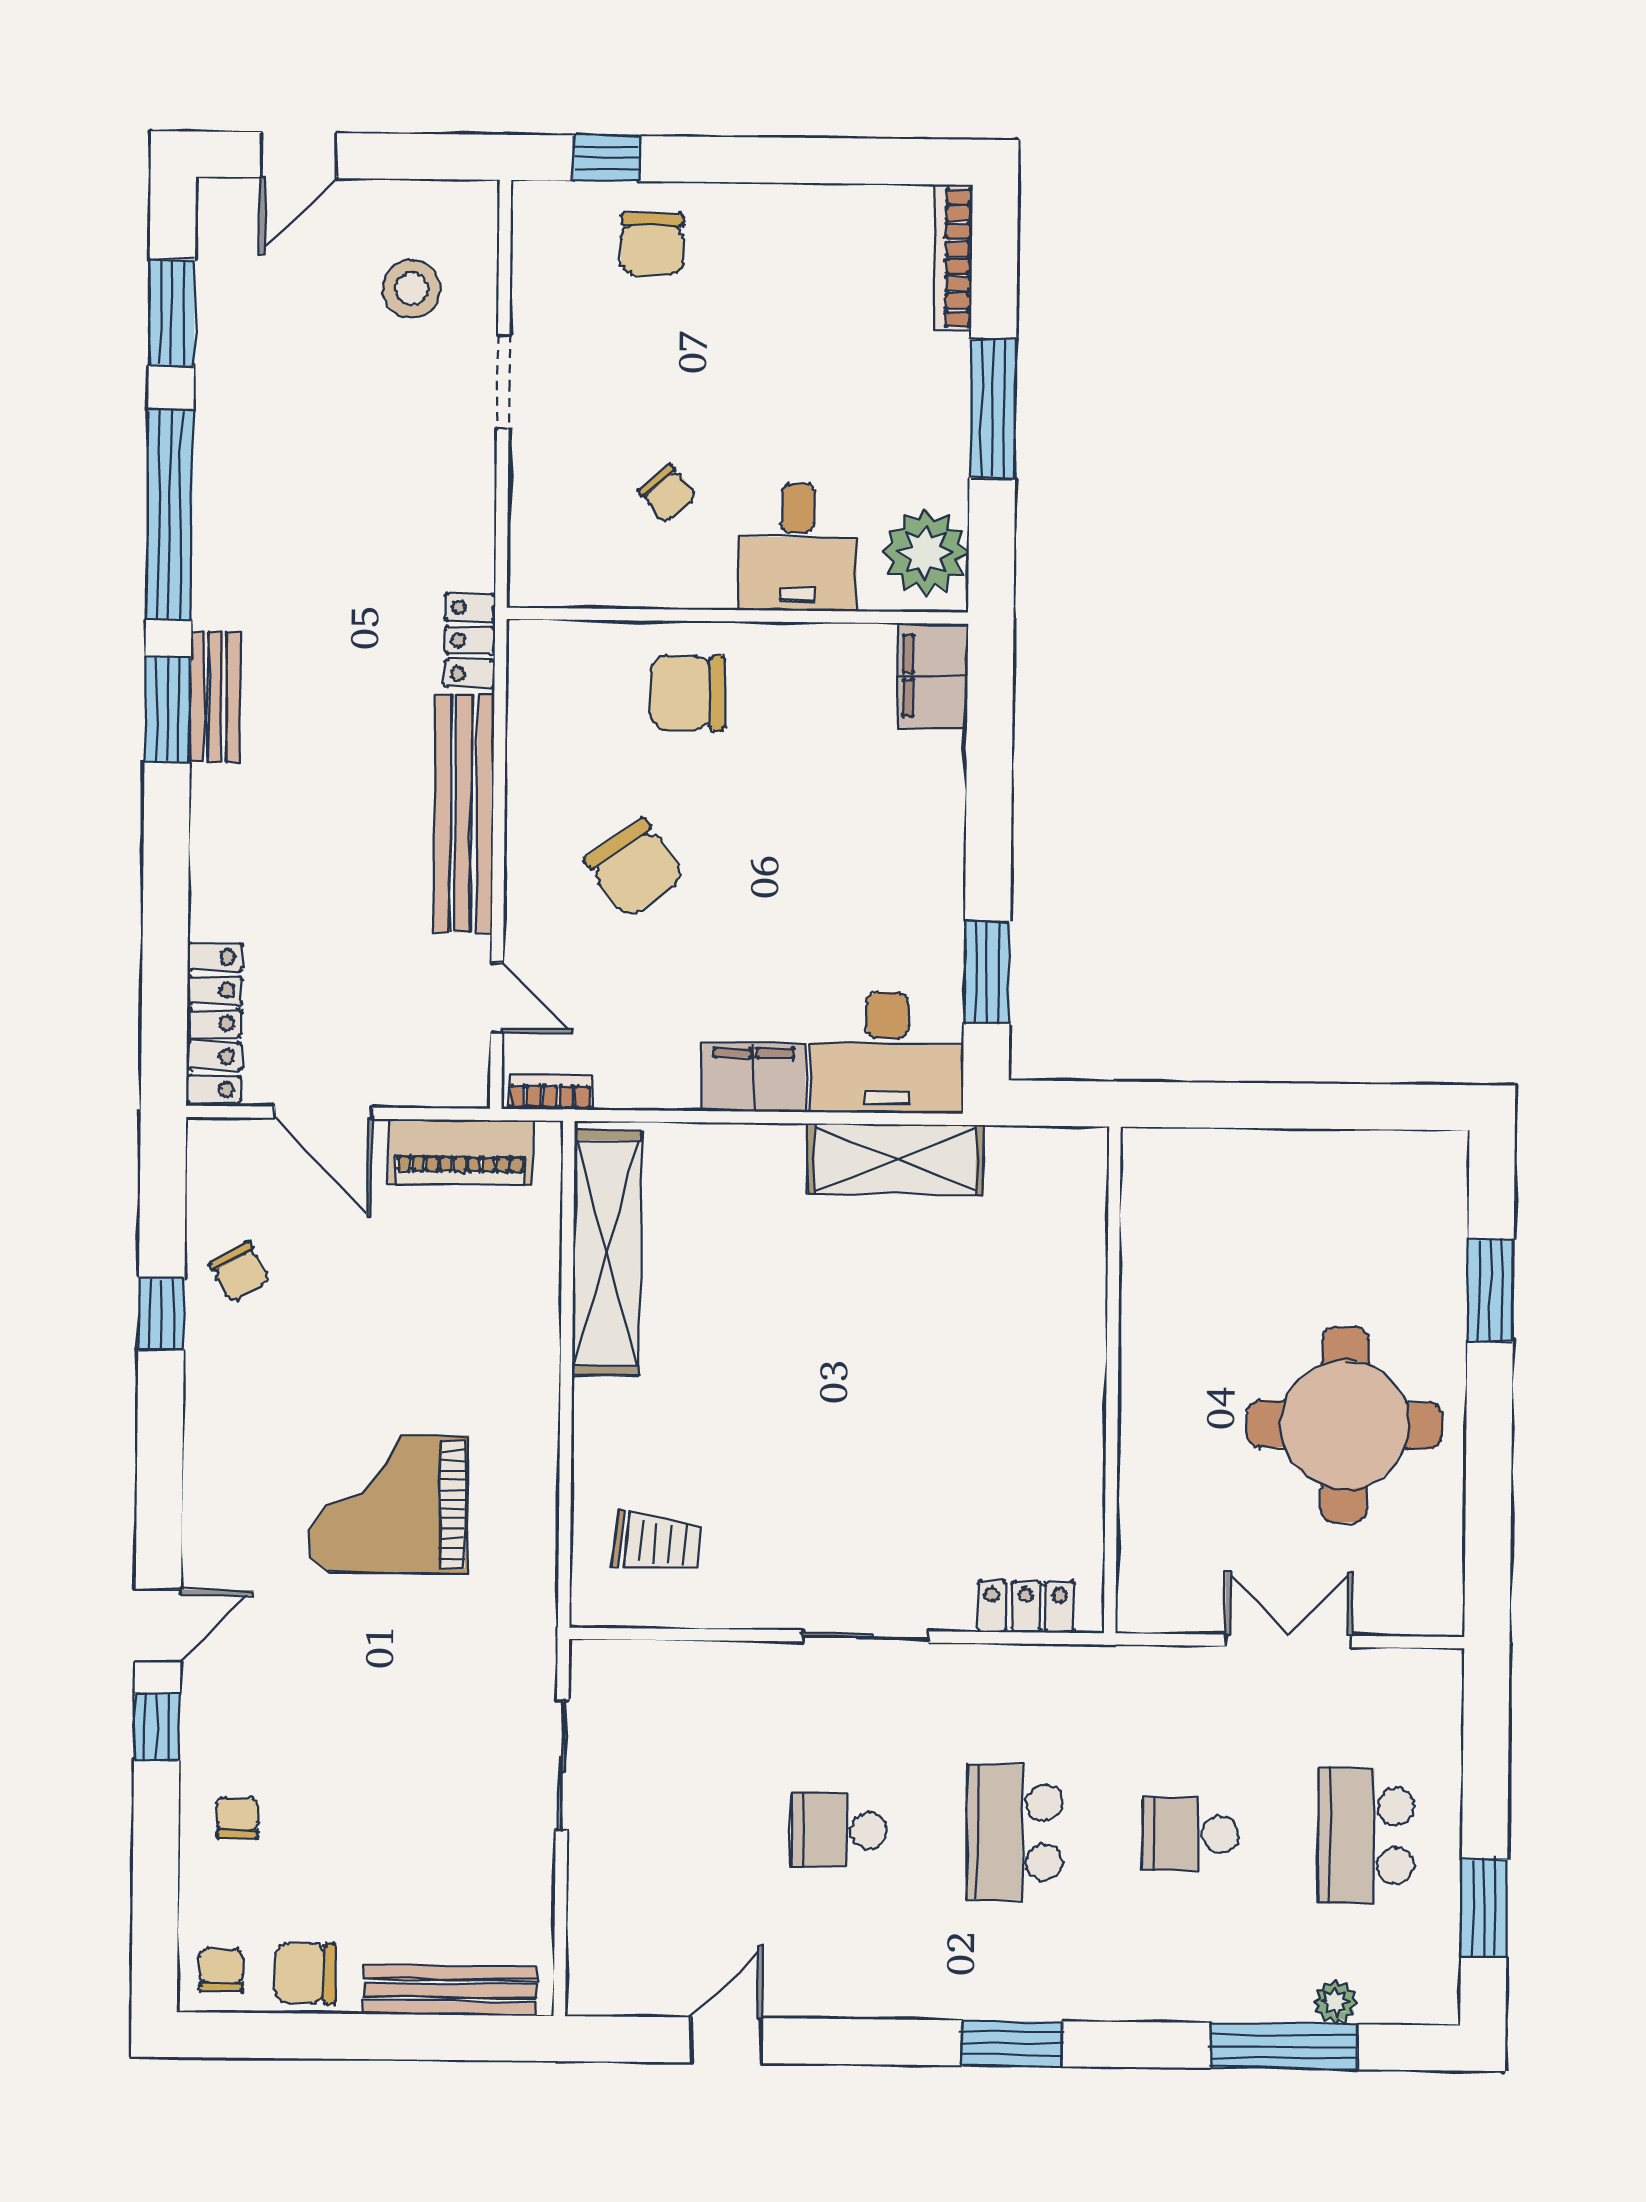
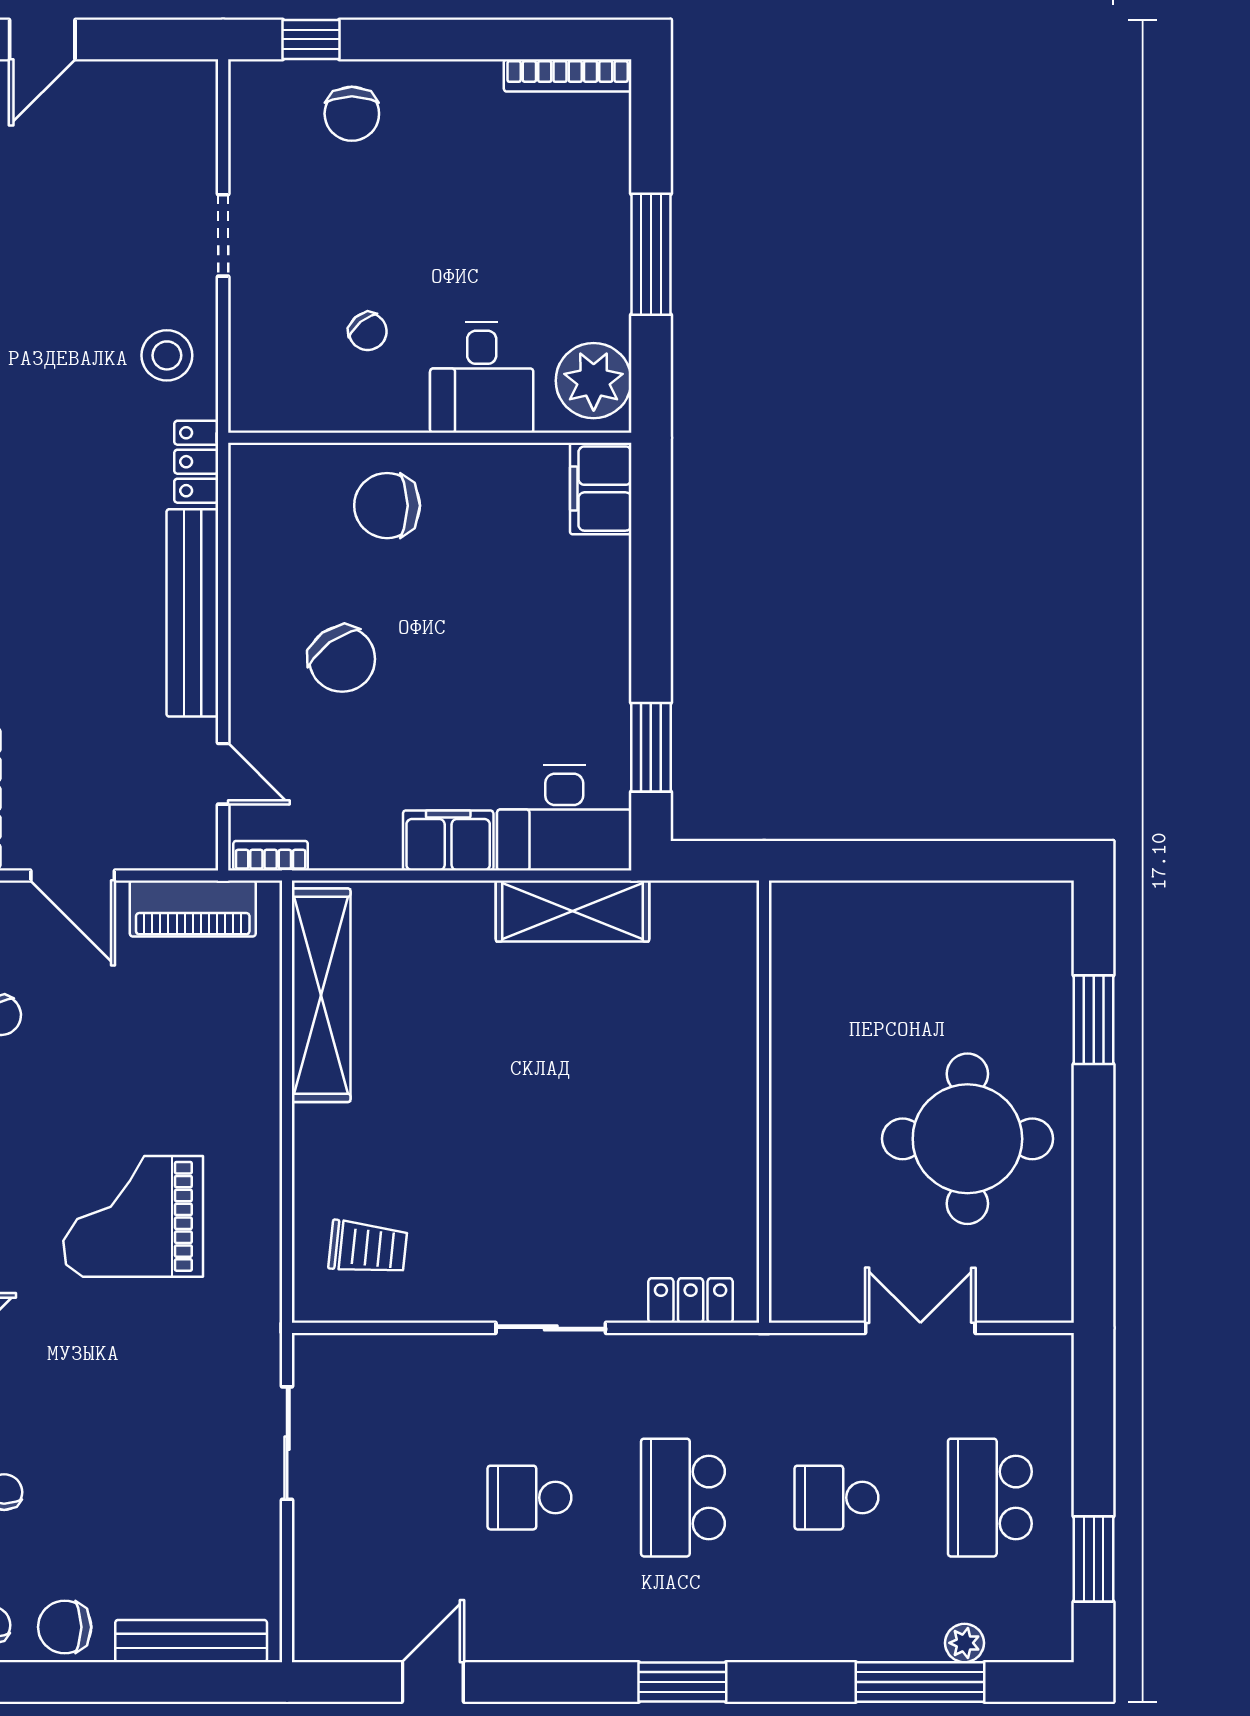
bookcase: (953, 257) -> (568, 75), moved, turned -90
stool: (412, 289) -> (167, 355), moved

